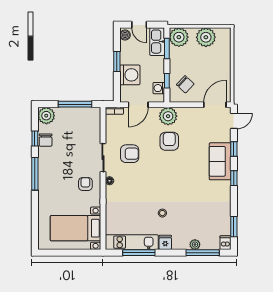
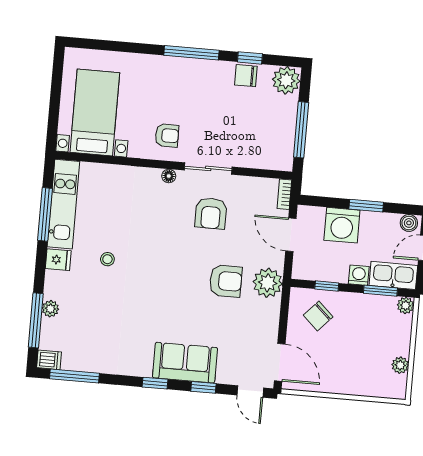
plant: (179, 37) -> (406, 305), width x0.53, depth x0.53
plant: (206, 37) -> (400, 365), width x0.53, depth x0.53
washing machine: (159, 88) -> (359, 275), moved
window: (234, 227) -> (74, 376), width x1.44

